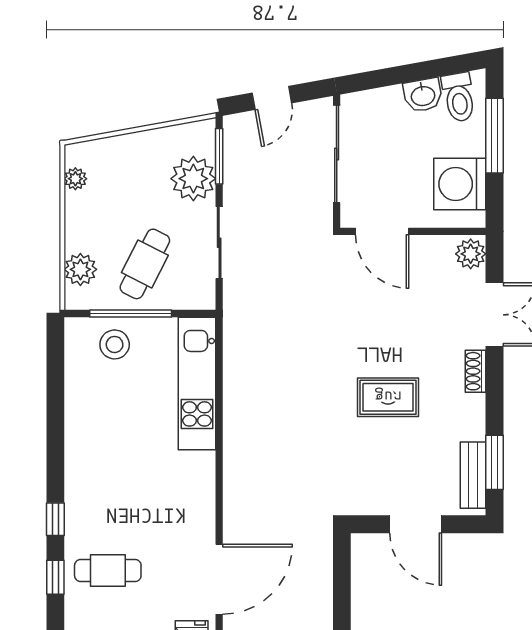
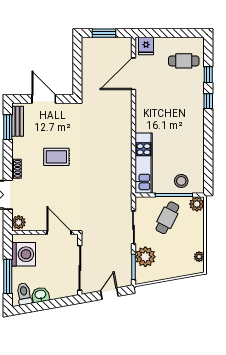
plant: (80, 269) -> (197, 204), moved
cafe table: (108, 570) -> (184, 61), moved

